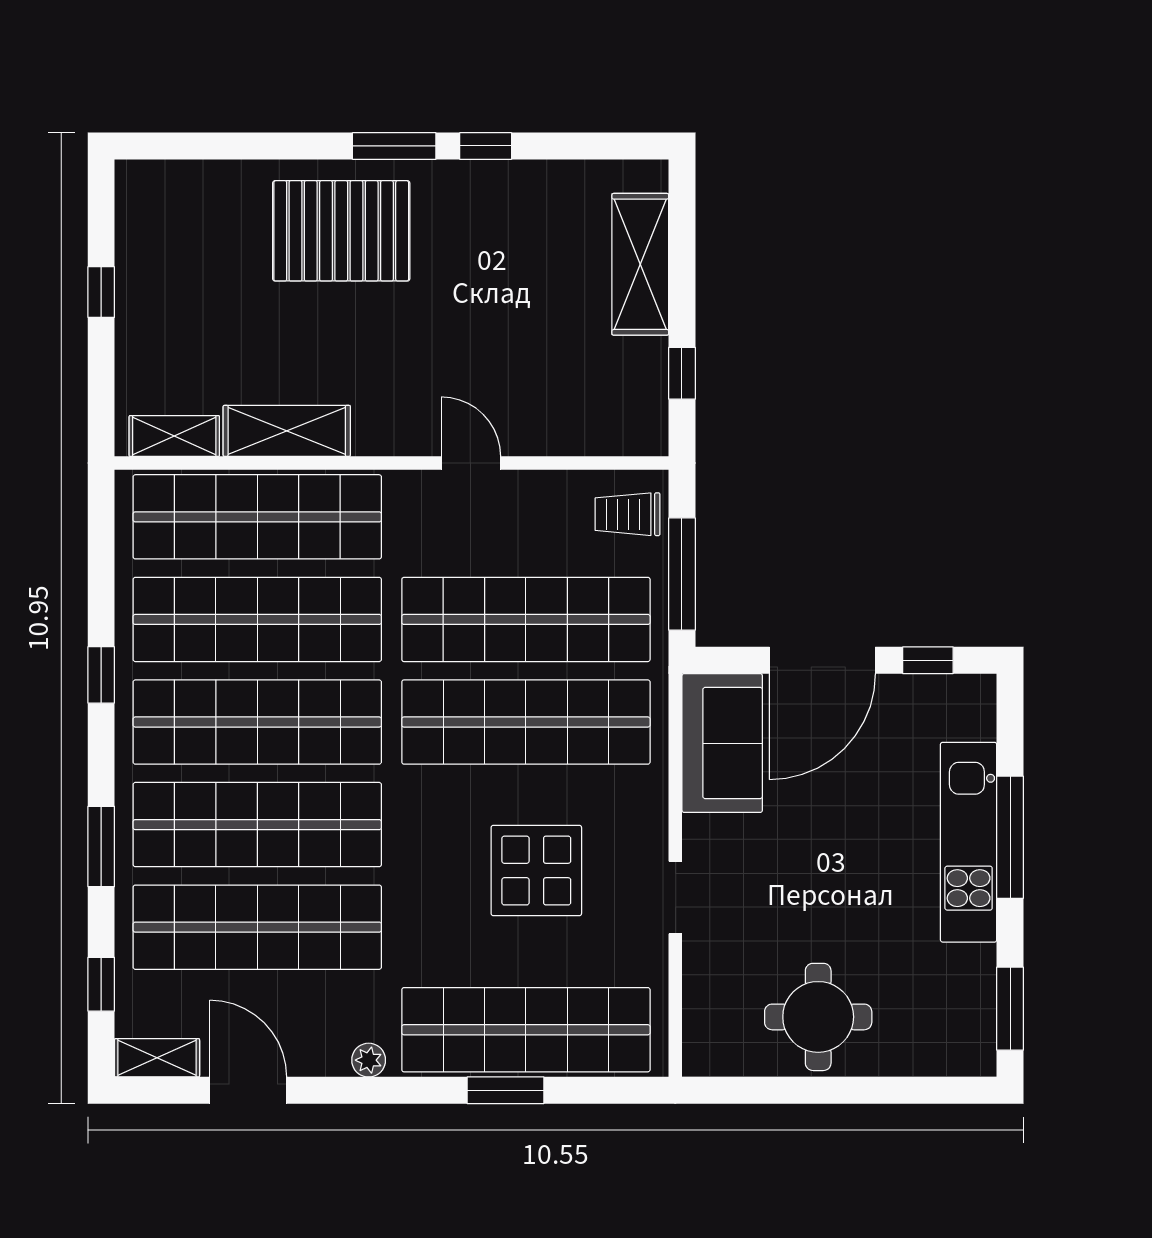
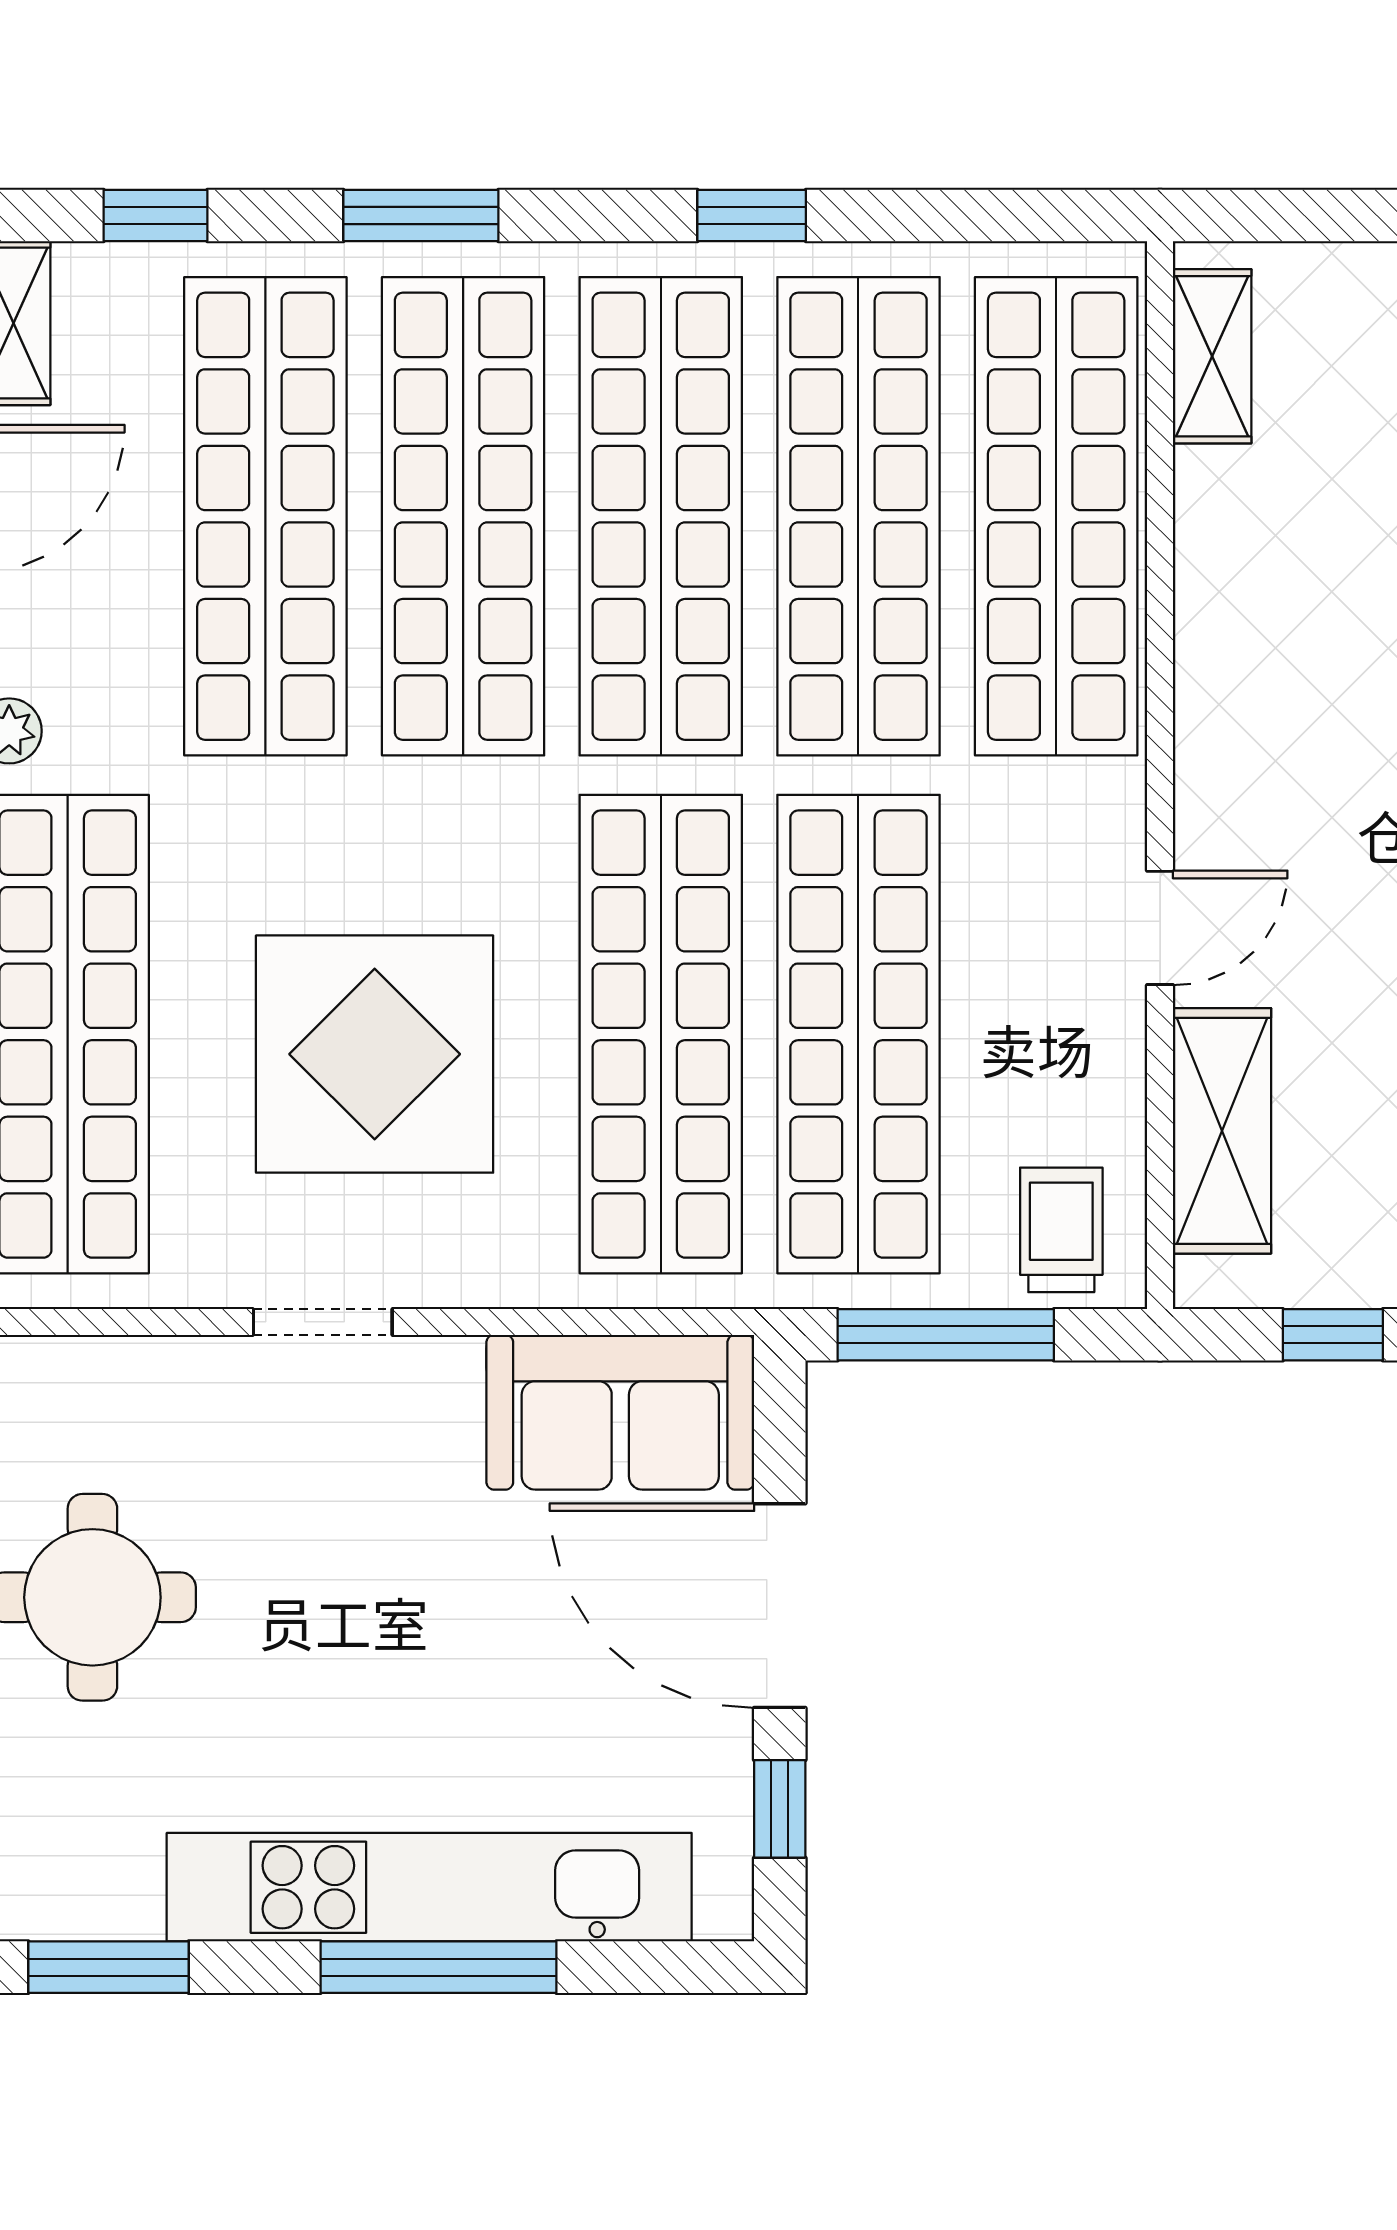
shelving: (287, 431) -> (1222, 1131), moved
kitchen unit: (969, 842) -> (429, 1887), width x1.36
display table: (536, 871) -> (375, 1054), width x1.36, depth x1.36

